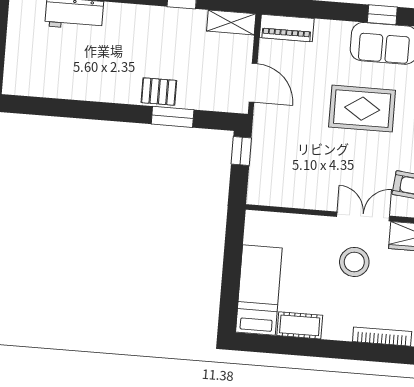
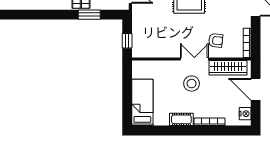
window: (241, 151) -> (127, 41), moved
cot: (300, 325) -> (181, 119), moved

